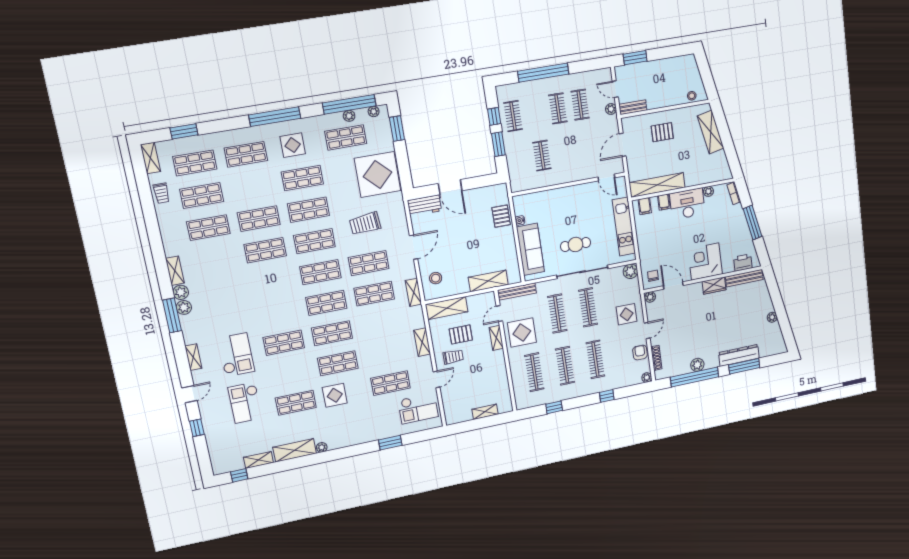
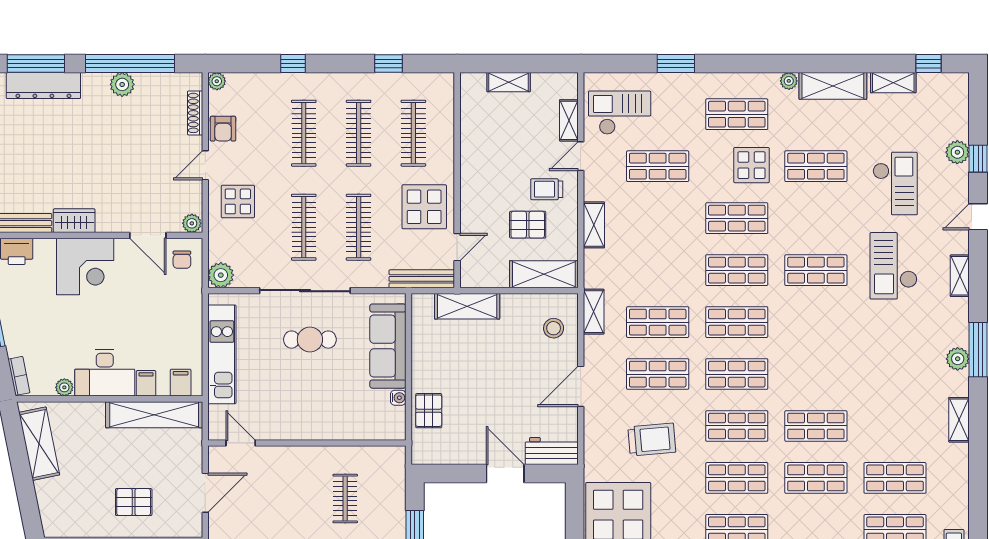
shelving: (711, 132) -> (39, 444), moved
plant: (181, 292) -> (957, 152), moved
shelving: (496, 338) -> (569, 120), moved
shop shelf: (349, 422) -> (737, 114), added

